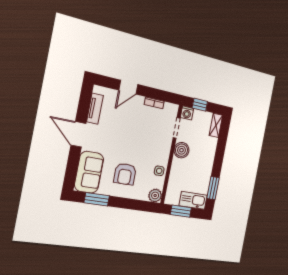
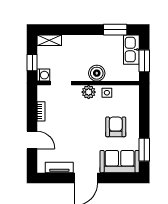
boiler: (182, 150) -> (97, 73), moved
armchair: (125, 174) -> (116, 127), turned -90
plant: (155, 195) -> (89, 92), moved

